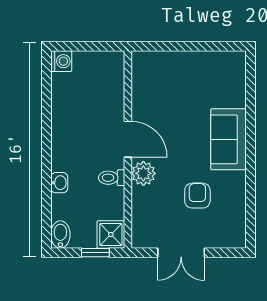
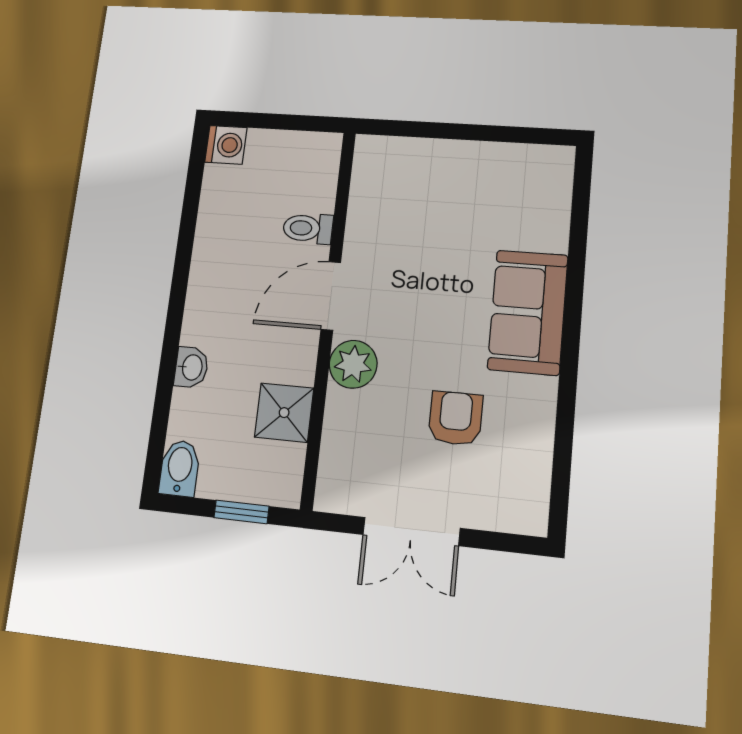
door: (128, 139) -> (331, 296), swing flipped
toilet: (112, 178) -> (308, 228), moved
shower: (111, 234) -> (284, 413), moved

